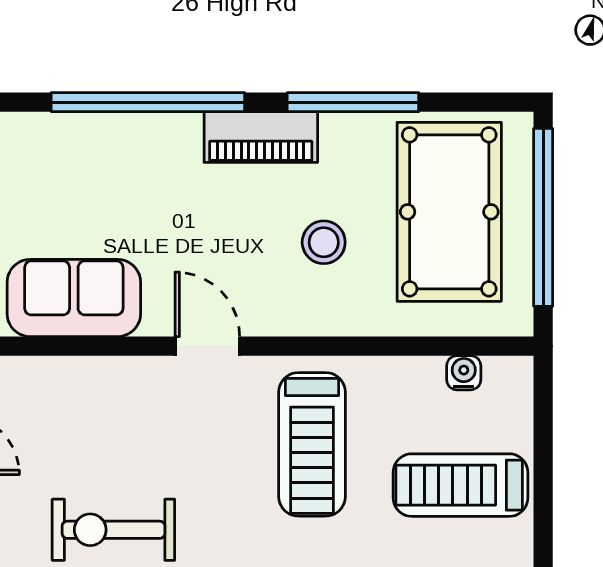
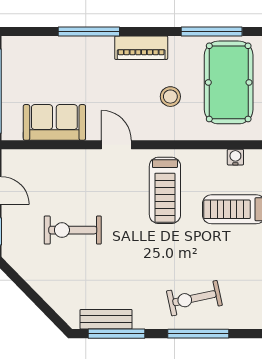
window: (148, 102) -> (89, 31), width x0.68
window: (353, 102) -> (212, 31), moved

